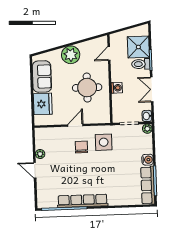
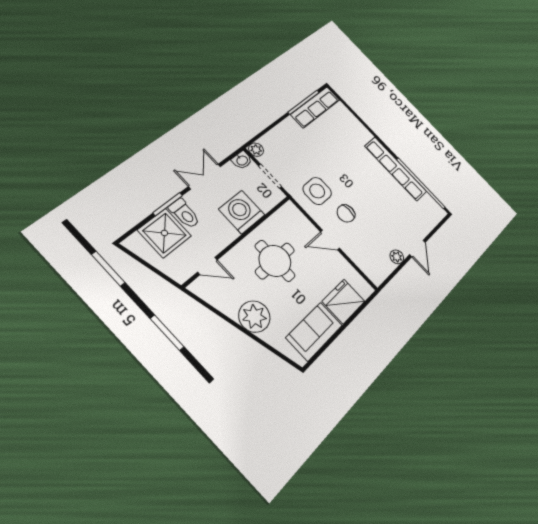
washing machine: (117, 88) -> (242, 212), width x1.89, depth x1.89
double door: (152, 89) -> (205, 176), swing flipped
water cooler: (148, 160) -> (289, 126), removed

